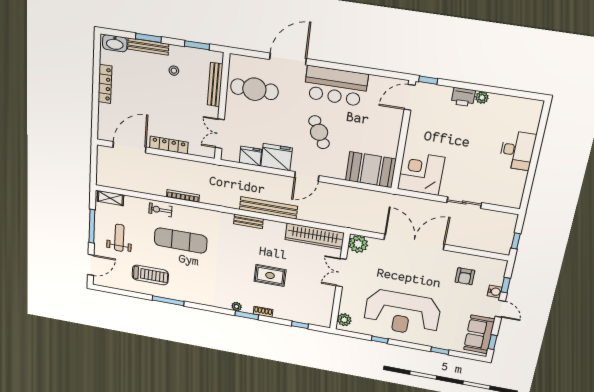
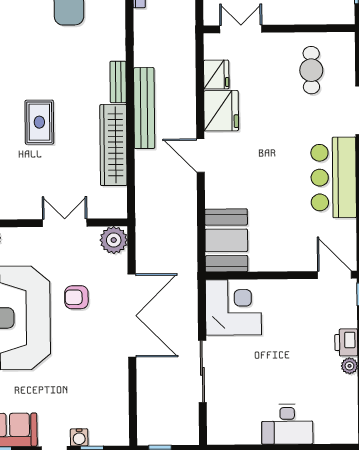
bench: (215, 85) -> (309, 16), removed
cafe table: (254, 89) -> (311, 70), width x0.73, depth x0.74
cafe table: (319, 132) -> (267, 164), removed
sliding door: (464, 203) -> (202, 371), width x1.37
wardrobe: (315, 236) -> (113, 145), moved
armchair: (465, 276) -> (76, 297), moved

